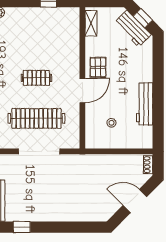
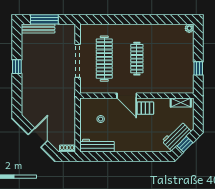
clothes rail: (36, 78) -> (137, 59), width x1.36
workbench: (145, 104) -> (97, 146), moved
window: (22, 227) -> (17, 67), moved

